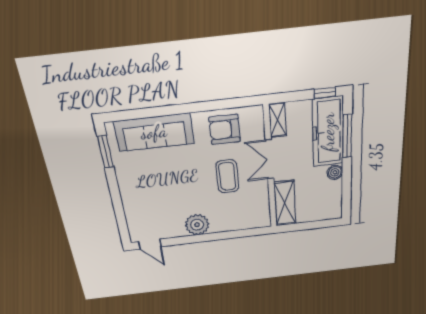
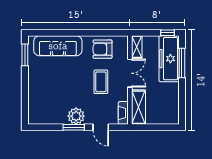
double door: (270, 159) -> (130, 73), swing flipped
boiler: (335, 172) -> (174, 88), removed
fireplace: (264, 213) -> (123, 113), added
window: (196, 239) -> (74, 127), added
door: (150, 244) -> (101, 127), moved

